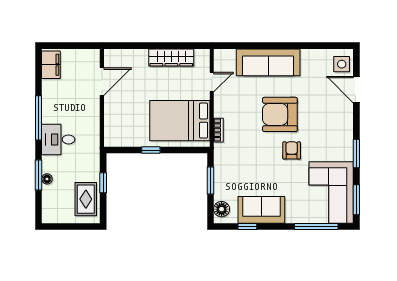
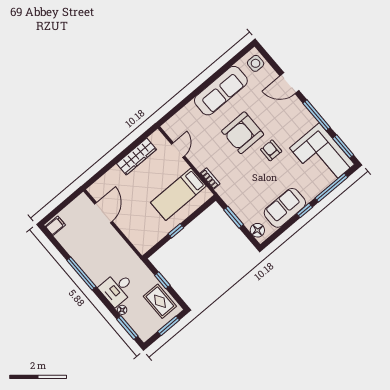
sofa: (268, 62) -> (221, 91), moved
filing cabinet: (51, 65) -> (55, 226), width x0.50
door: (356, 90) -> (289, 83), moved
bed: (180, 121) -> (178, 194), width x0.67
desk: (58, 139) -> (117, 289), moved
window: (356, 153) -> (317, 115), width x1.44
window: (39, 175) -> (127, 328), moved
window: (75, 226) -> (169, 326), added
window: (247, 226) -> (305, 210), moved

